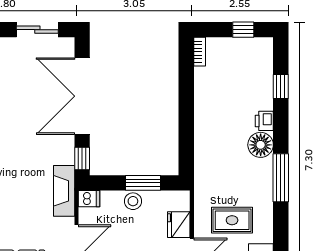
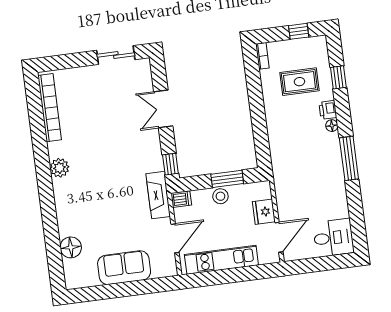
double door: (82, 96) -> (163, 109), width x0.54
floor lamp: (261, 145) -> (332, 126), width x0.53, depth x0.53
rug: (232, 220) -> (299, 82), moved

